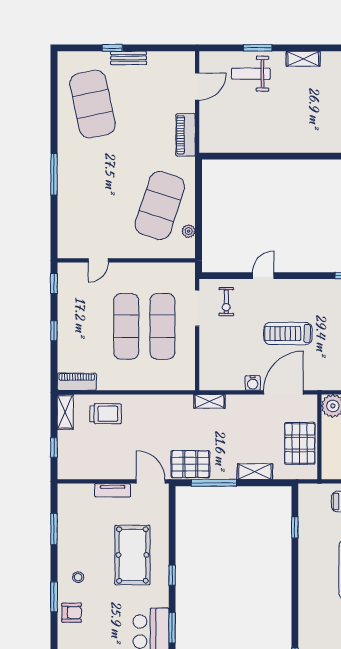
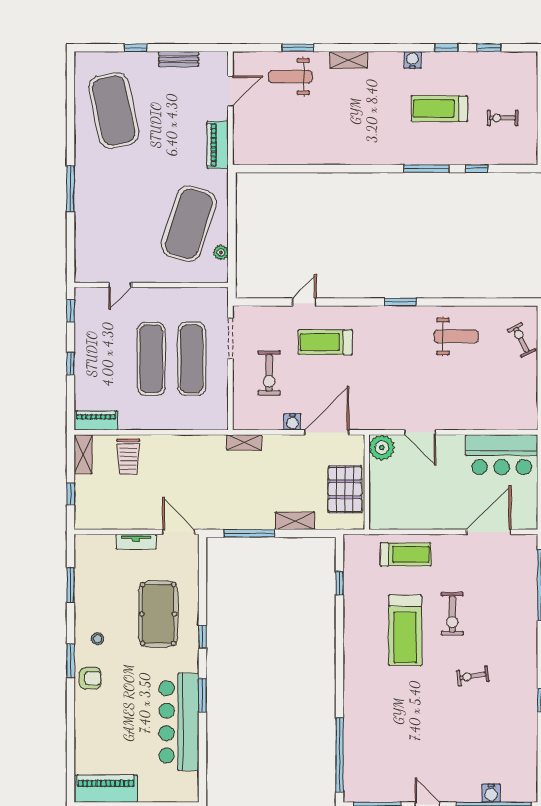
bench: (129, 58) -> (179, 59), moved
exercise bike: (226, 302) -> (269, 373), moved, width x1.38, depth x1.39
treadmill: (288, 333) -> (325, 342), moved
trolley: (106, 414) -> (128, 456), turned 90
pallet: (190, 464) -> (223, 512), removed

